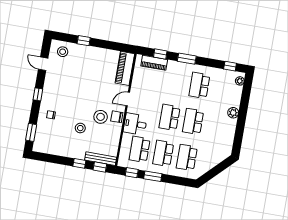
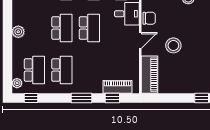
school desk: (223, 90) -> (34, 70), added
plant: (233, 113) -> (18, 32), moved
stool: (101, 117) -> (173, 45), moved

